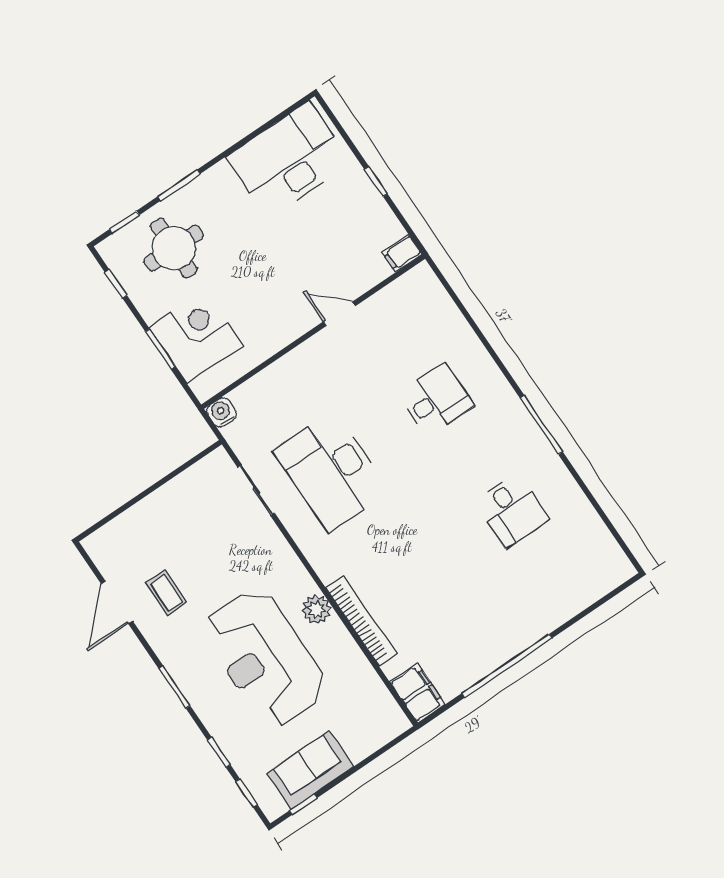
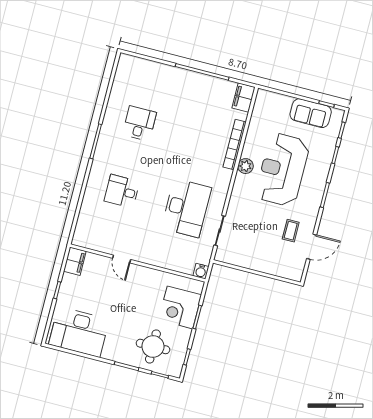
filing cabinet: (402, 253) -> (75, 261), width x2.00
reception desk: (265, 658) -> (282, 170), turned 180

